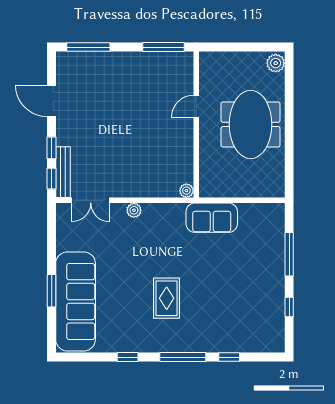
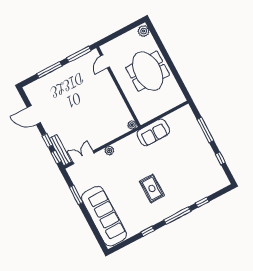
window: (88, 47) -> (49, 70), moved
door: (196, 106) -> (105, 61), moved
double door: (91, 200) -> (83, 157), swing flipped
window: (52, 291) -> (76, 195), moved

